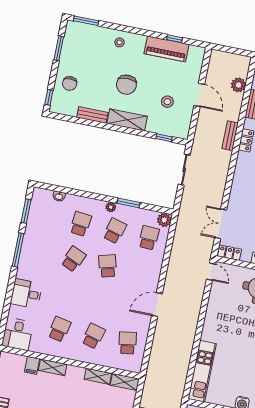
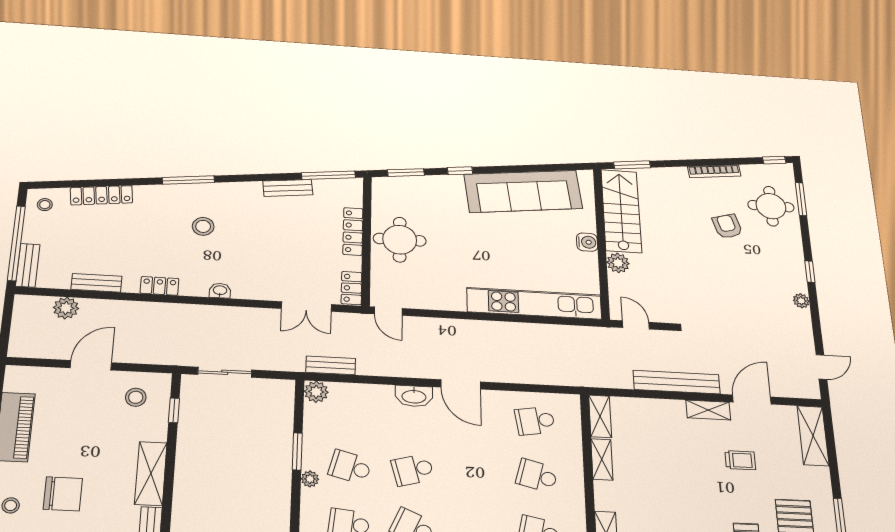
chair: (126, 85) -> (63, 494), moved
stool: (167, 102) -> (136, 397), moved
bench: (230, 136) -> (331, 365), moved
washbasin: (238, 175) -> (220, 291), added
school desk: (149, 238) -> (351, 412), removed
door: (211, 272) -> (388, 311), swing flipped
washbasin: (153, 276) -> (414, 396), added
kitchen unit: (202, 371) -> (534, 303), width x1.36

